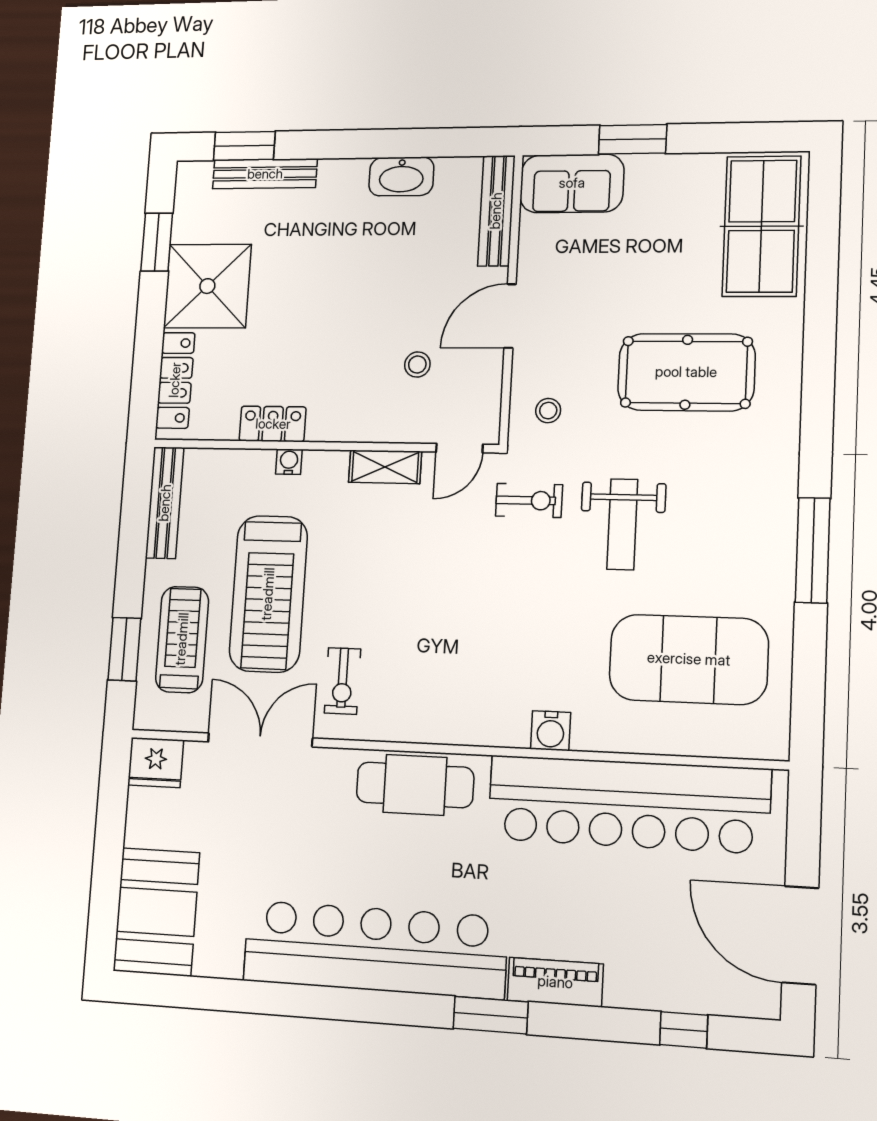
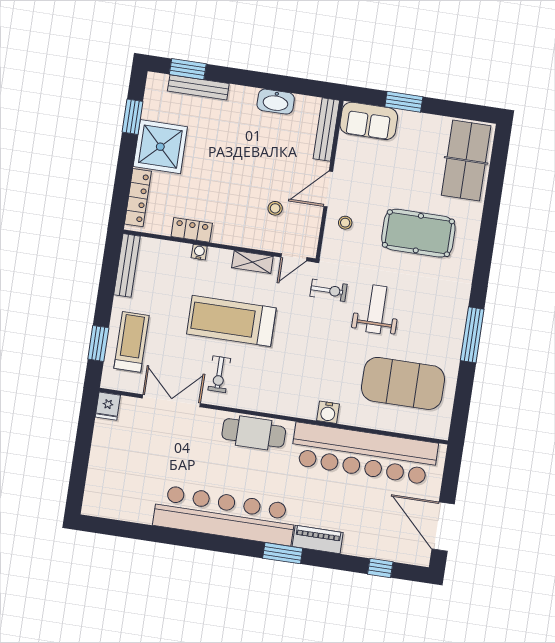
stool: (548, 411) -> (345, 223), moved
weight bench: (622, 524) -> (376, 309), turned 180
treadmill: (268, 594) -> (231, 321), moved, turned 90
fridge: (156, 763) -> (108, 406), width x0.72
booth: (156, 912) -> (107, 486), removed

